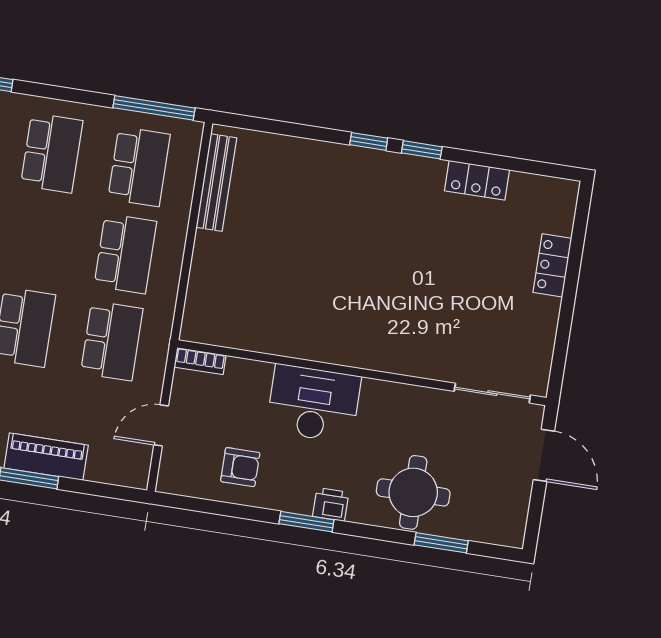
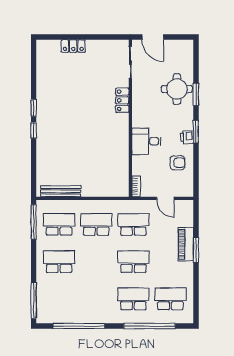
locker: (477, 180) -> (122, 100), moved, turned 180
desk: (314, 404) -> (146, 141), width x0.73
door: (544, 455) -> (153, 37), swing flipped
armchair: (240, 467) -> (178, 163), turned 90
printer: (331, 504) -> (187, 137), moved
window: (441, 543) -> (196, 94), moved

